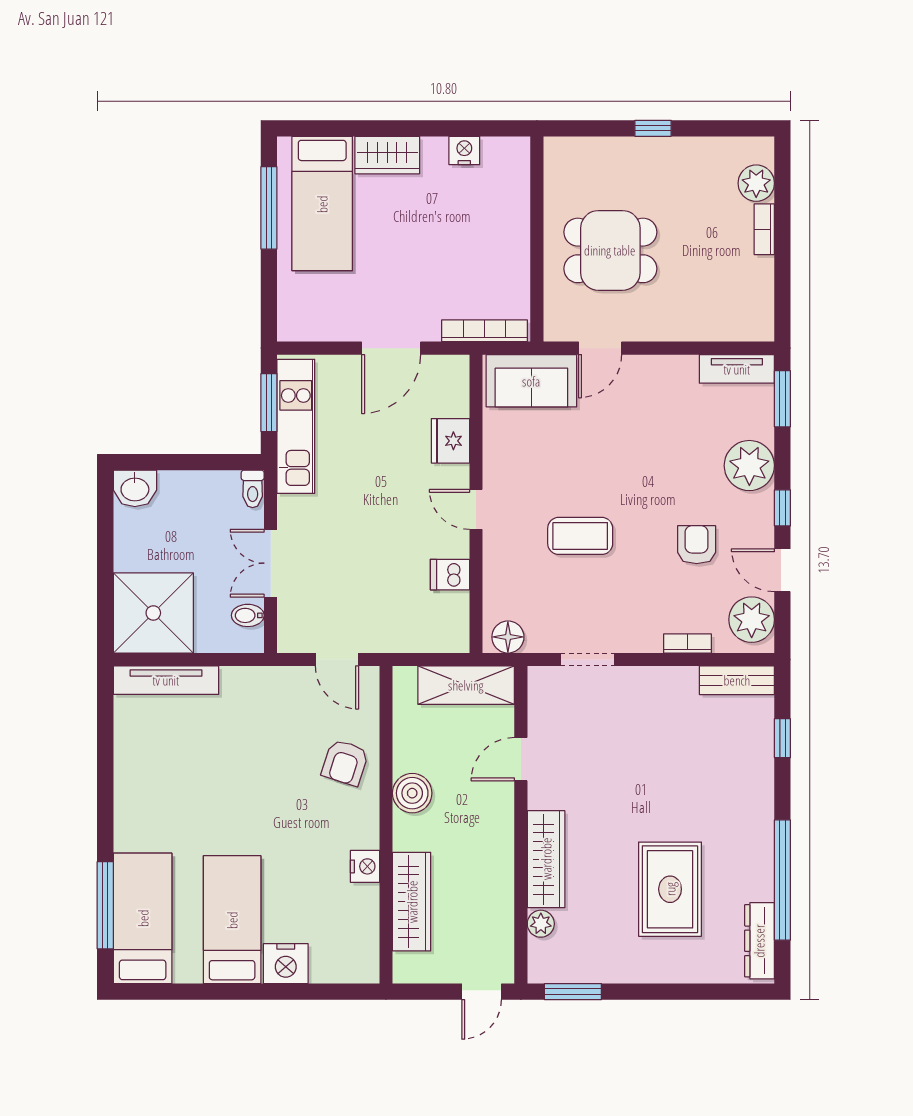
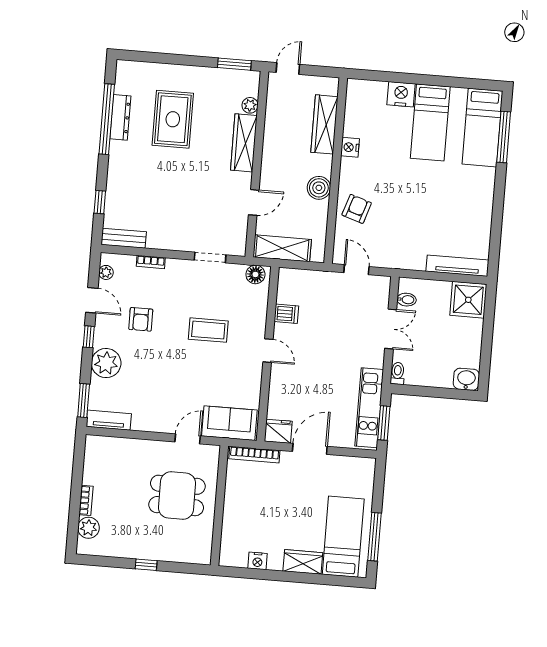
fridge: (450, 441) -> (278, 431), moved, turned -90
shower: (153, 613) -> (468, 300), width x0.73, depth x0.73
plant: (752, 620) -> (106, 272), width x0.53, depth x0.53
dresser: (759, 941) -> (120, 117), moved

